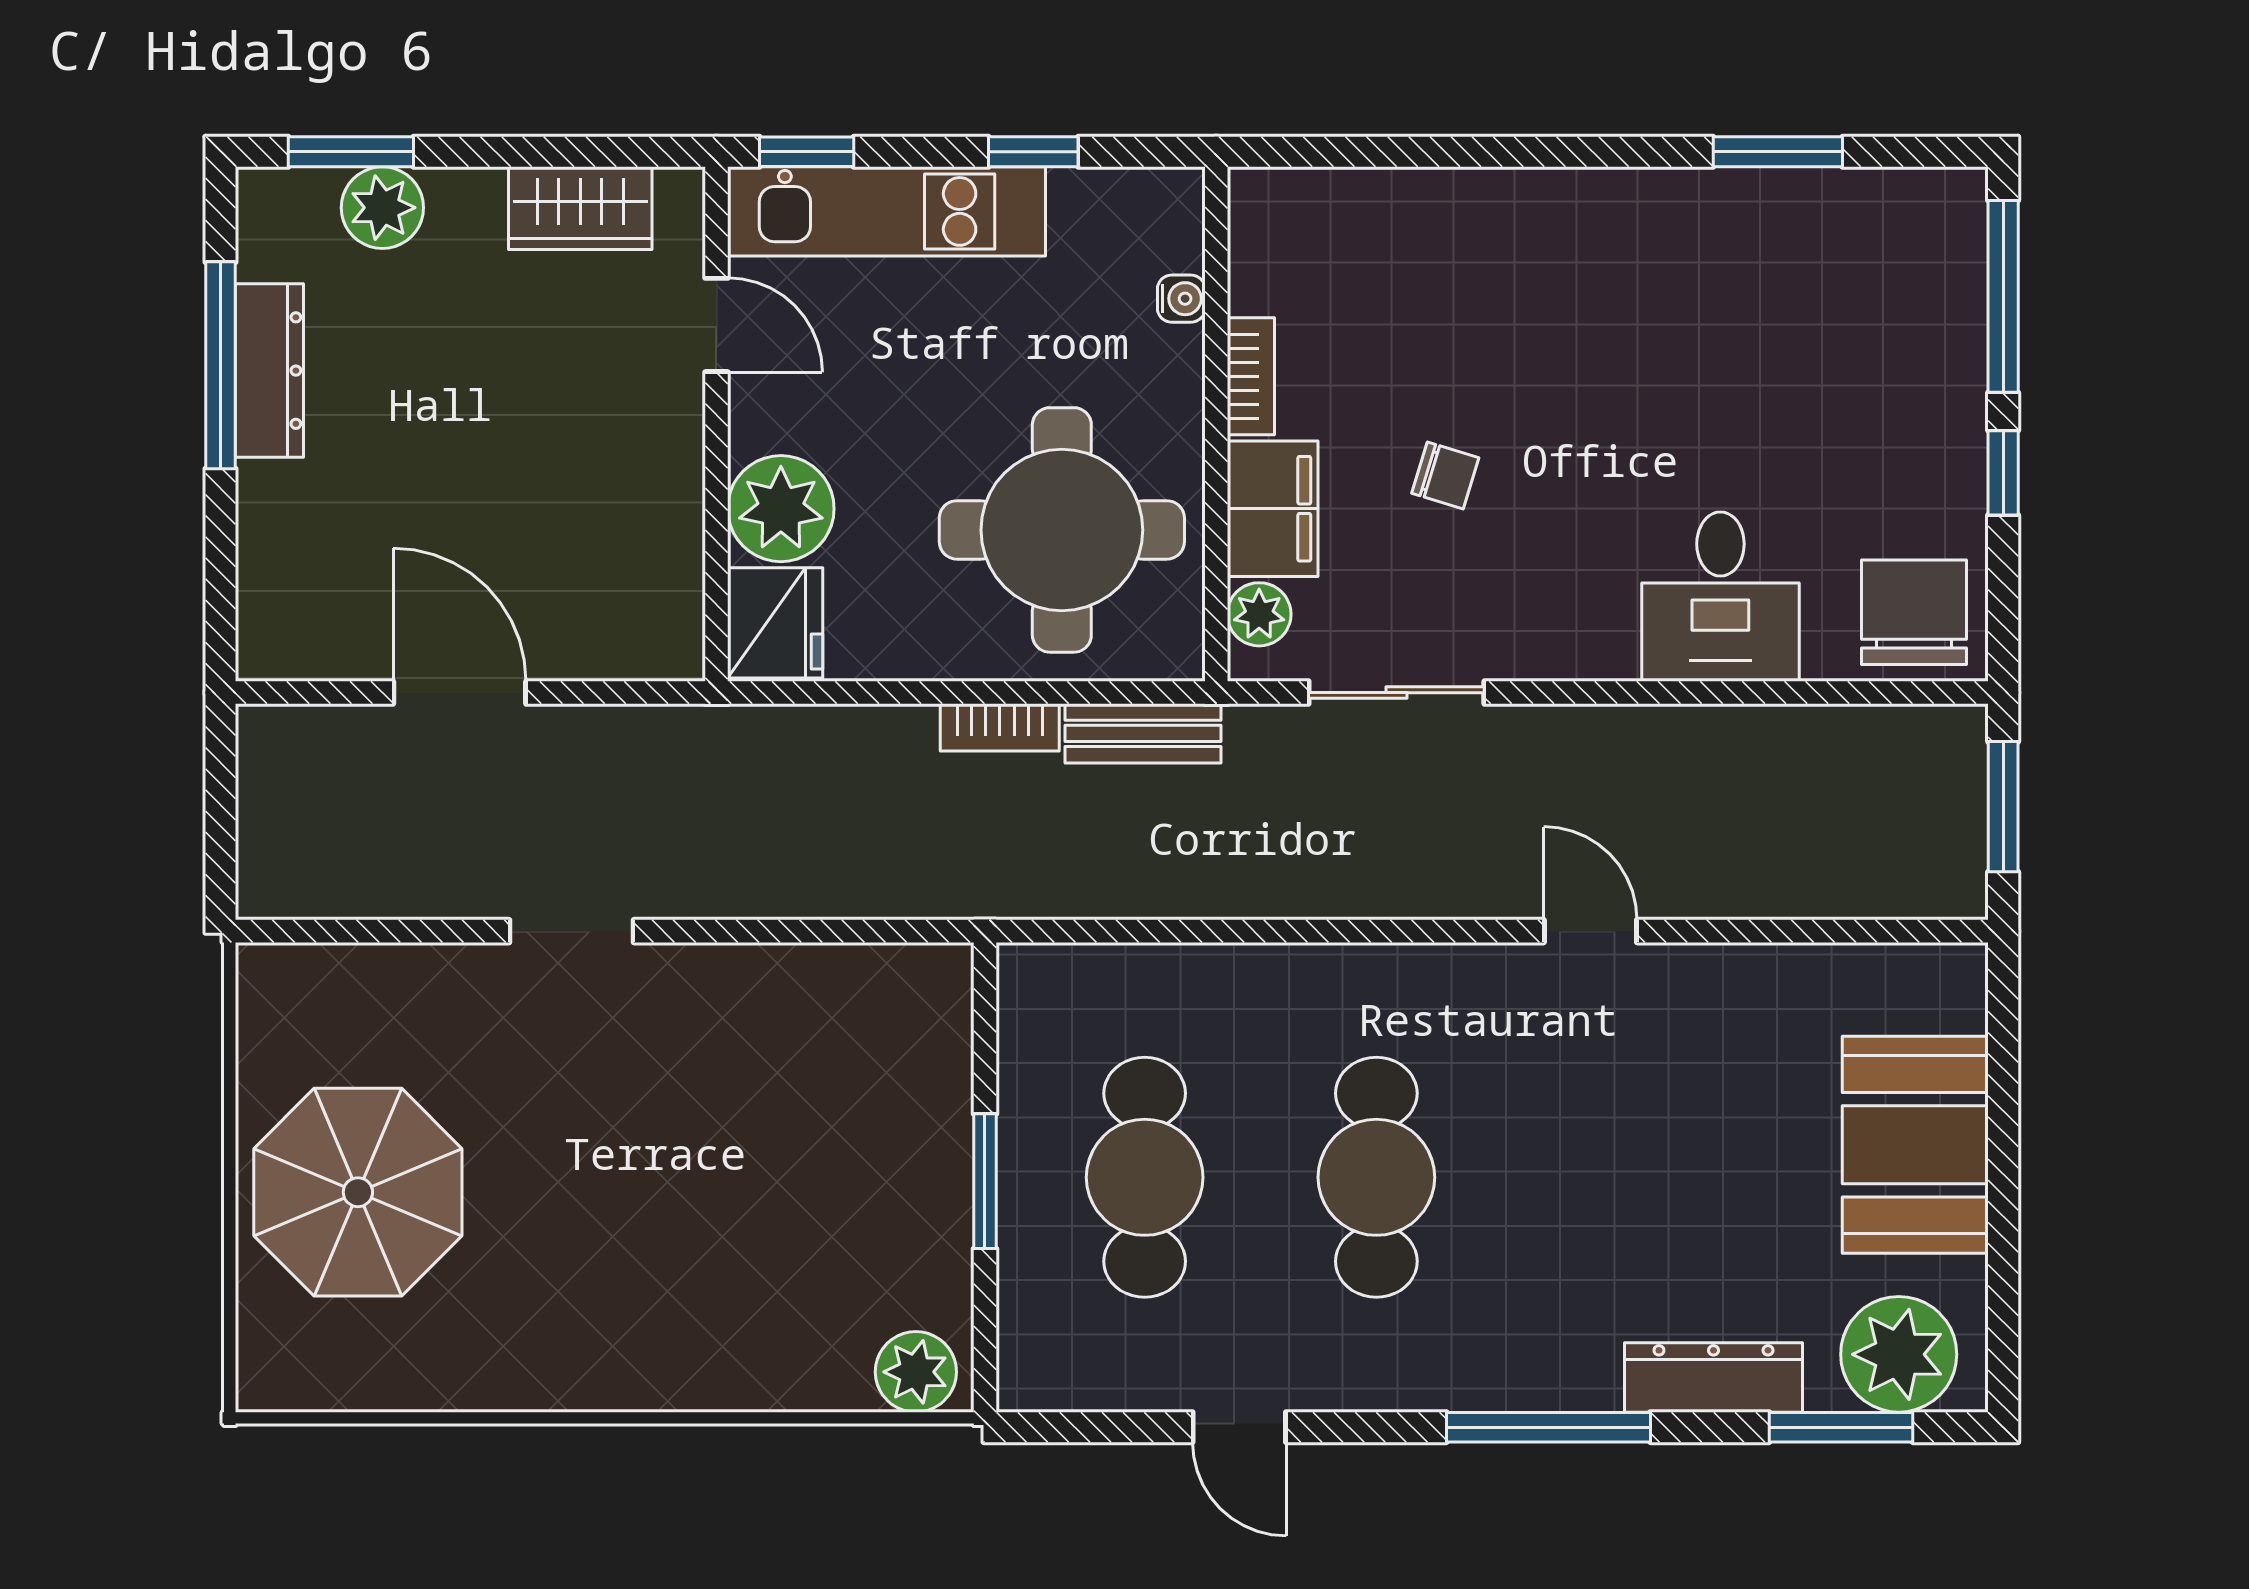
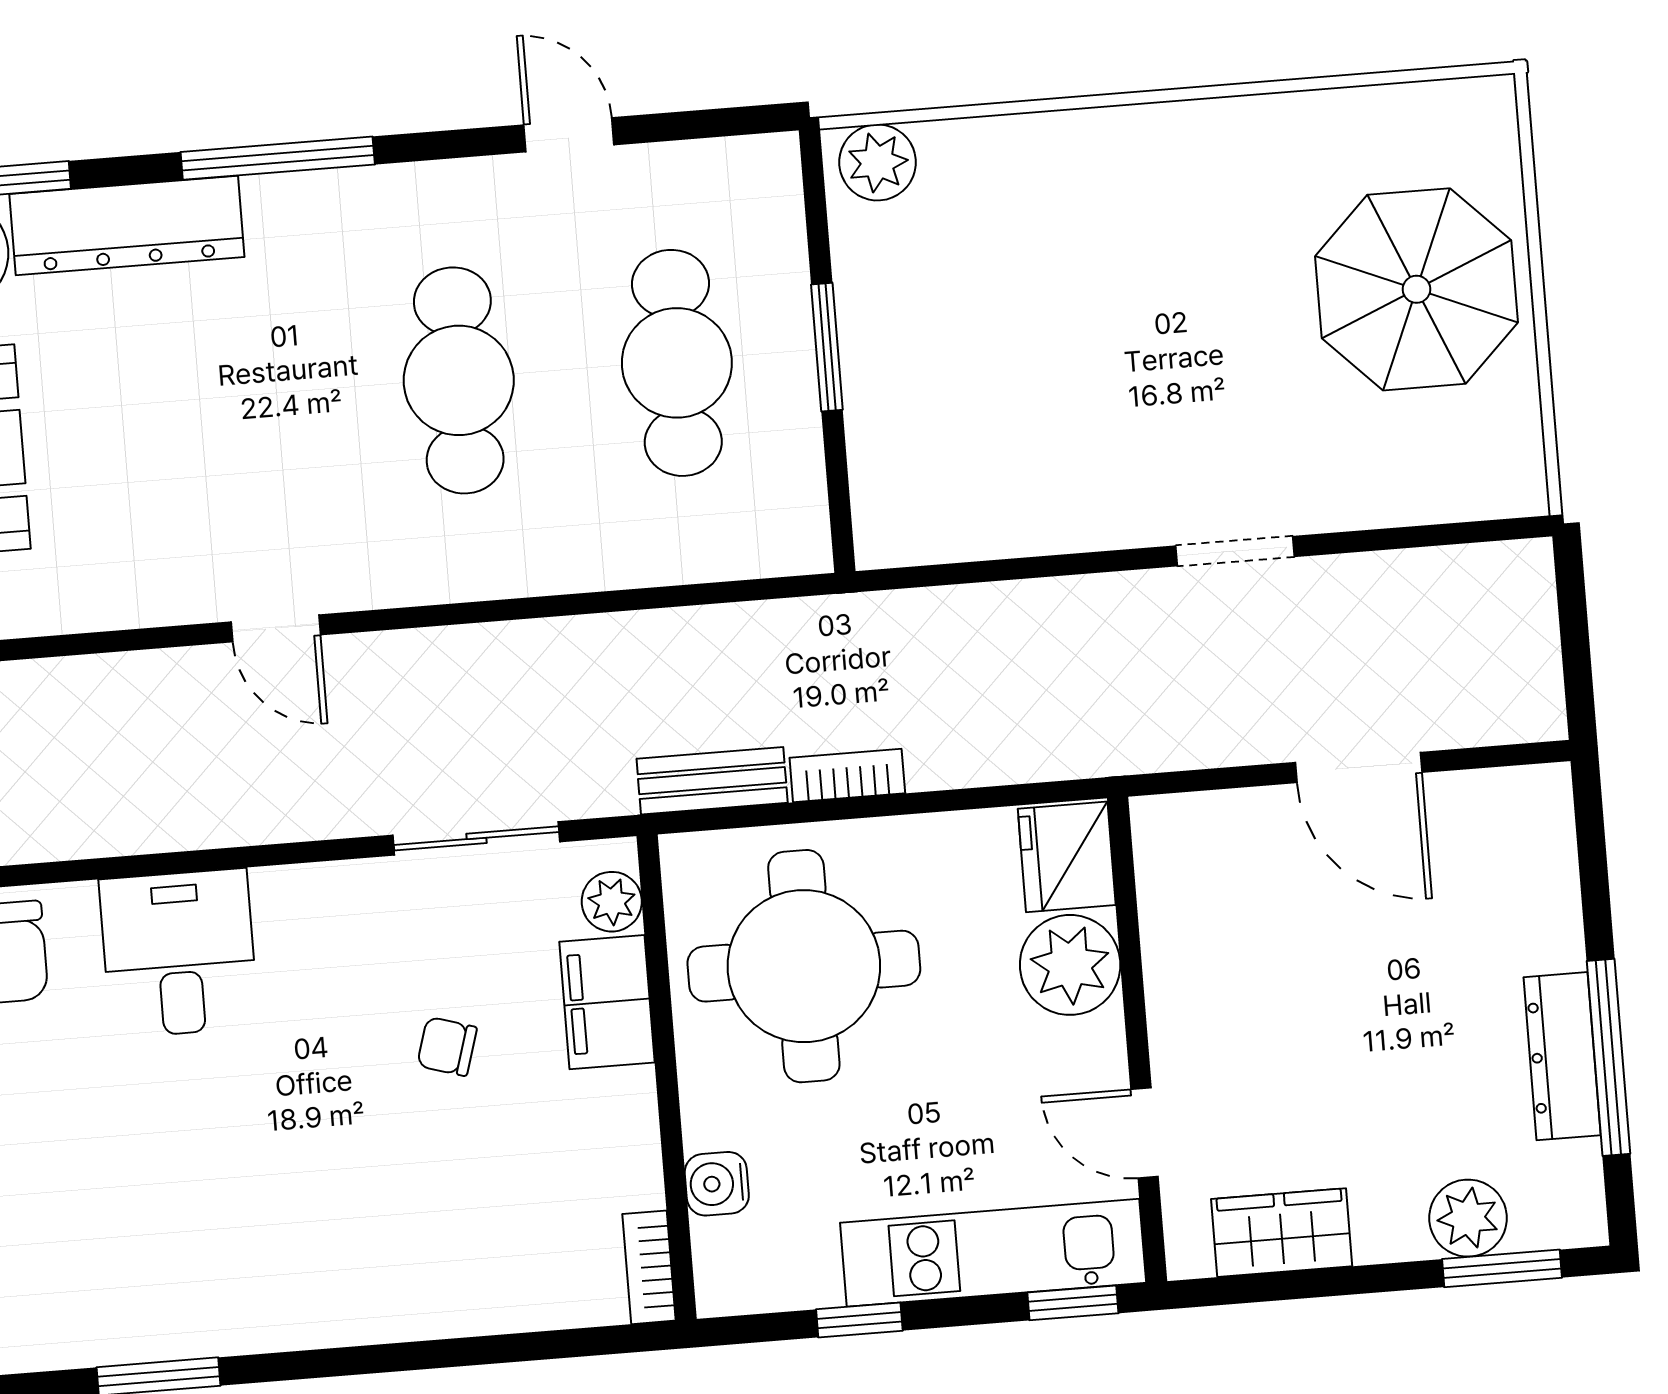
water cooler: (1181, 299) -> (717, 1184), width x1.38, depth x1.38
bookcase: (1251, 376) -> (649, 1267), moved
dresser: (1713, 1377) -> (127, 226), width x1.37, depth x1.24

